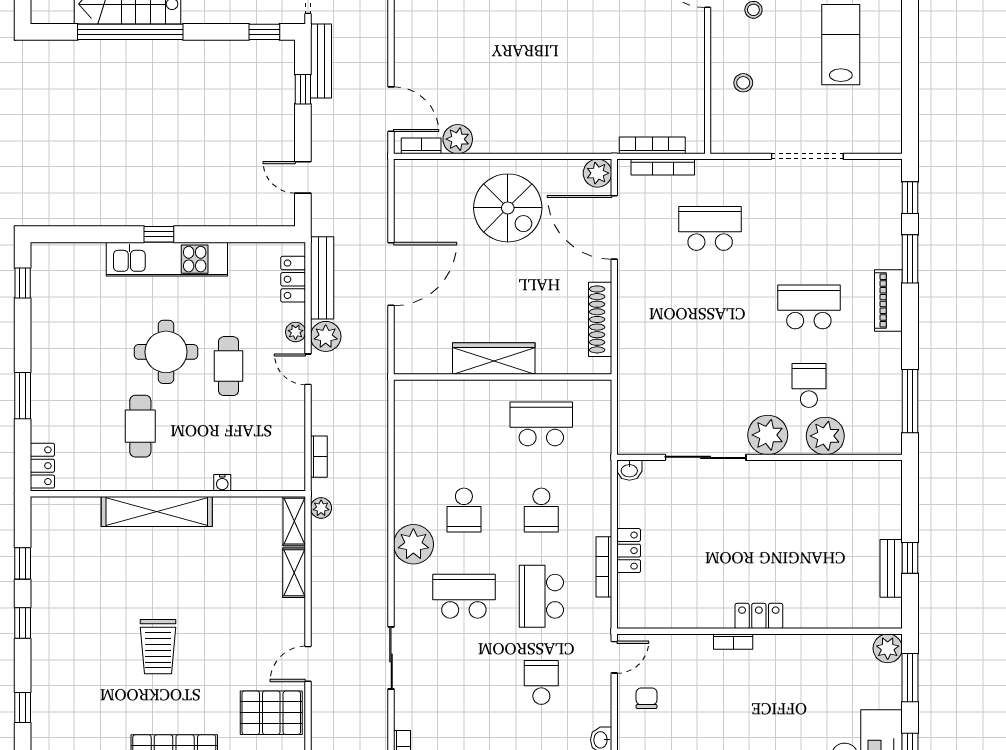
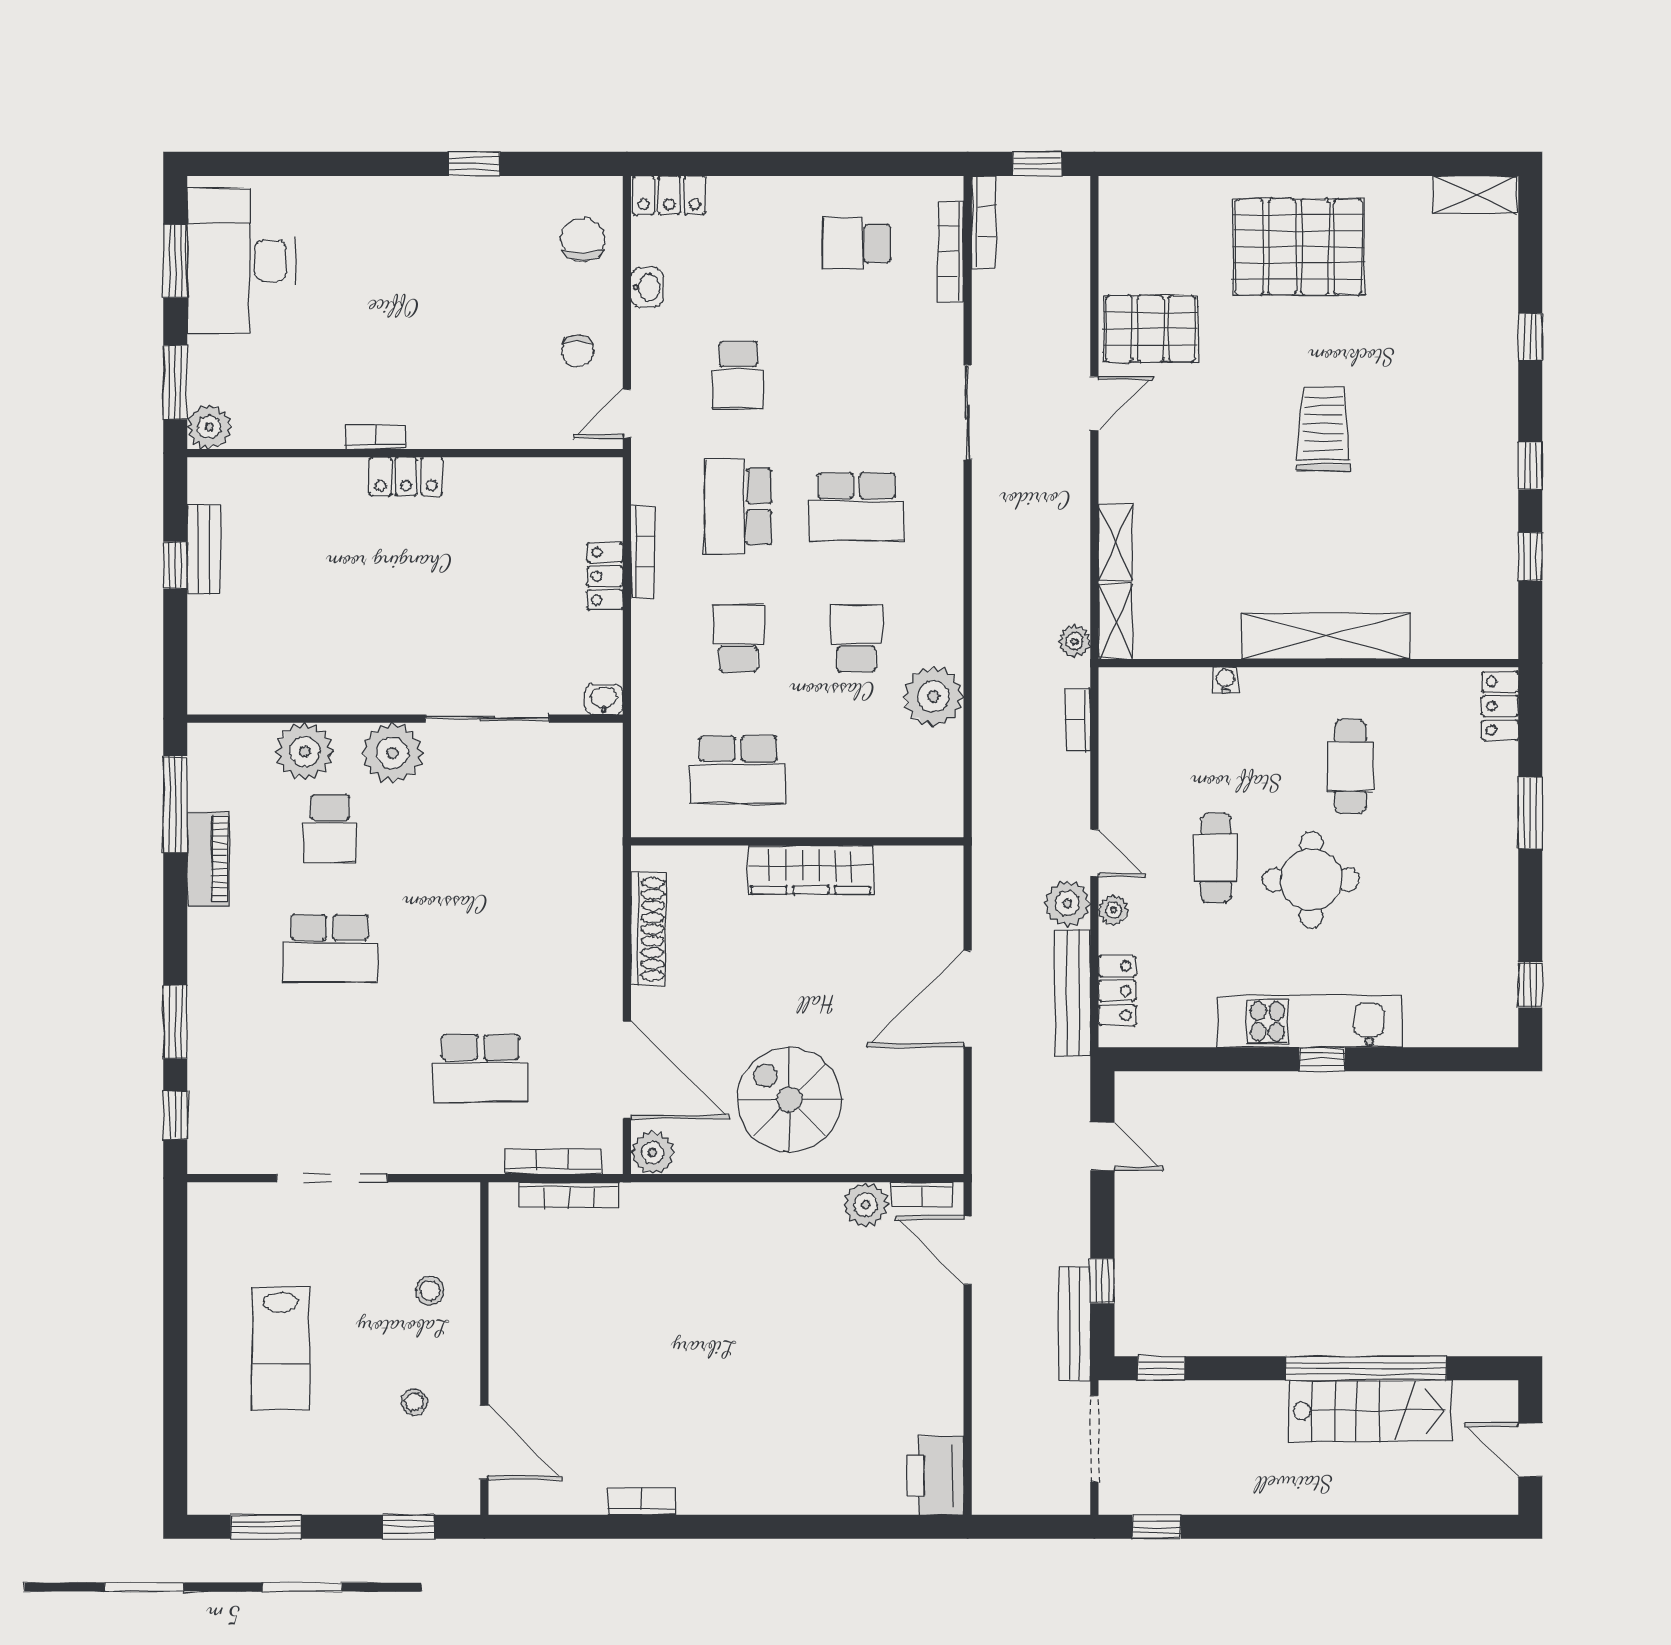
piano: (888, 301) -> (208, 859), moved
plant: (413, 544) -> (933, 696), moved
school desk: (541, 596) -> (738, 507), turned 180
bookcase: (733, 642) -> (375, 437), moved

